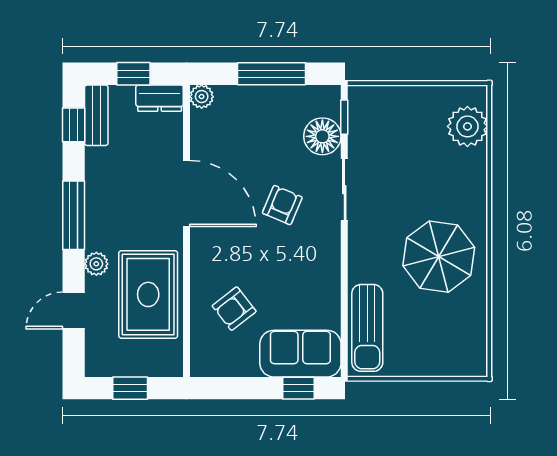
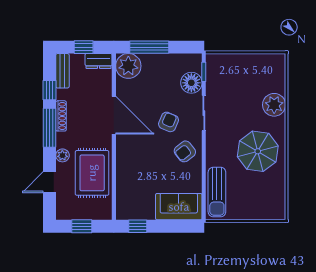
window: (271, 74) -> (149, 47), moved
plant: (202, 97) -> (128, 66), width x1.88, depth x1.88
window: (74, 125) -> (50, 90), moved
plant: (467, 126) -> (274, 105), moved
shoe rack: (94, 195) -> (61, 116), added
armchair: (234, 309) -> (185, 151), moved
window: (299, 388) -> (138, 226), moved

